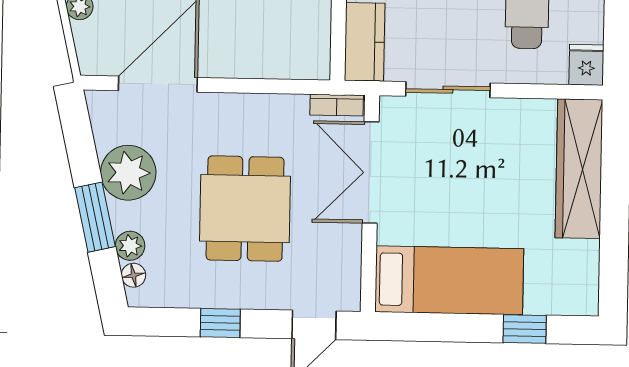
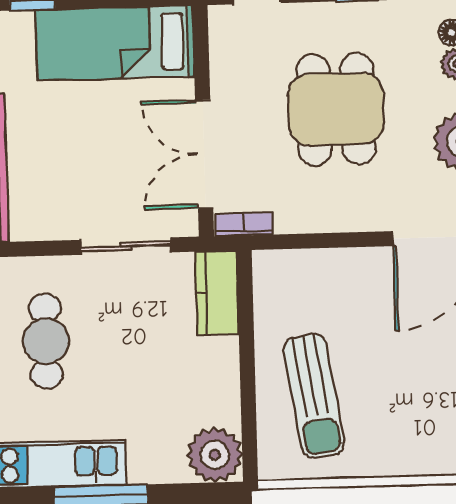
double door: (371, 172) -> (204, 154), swing flipped

